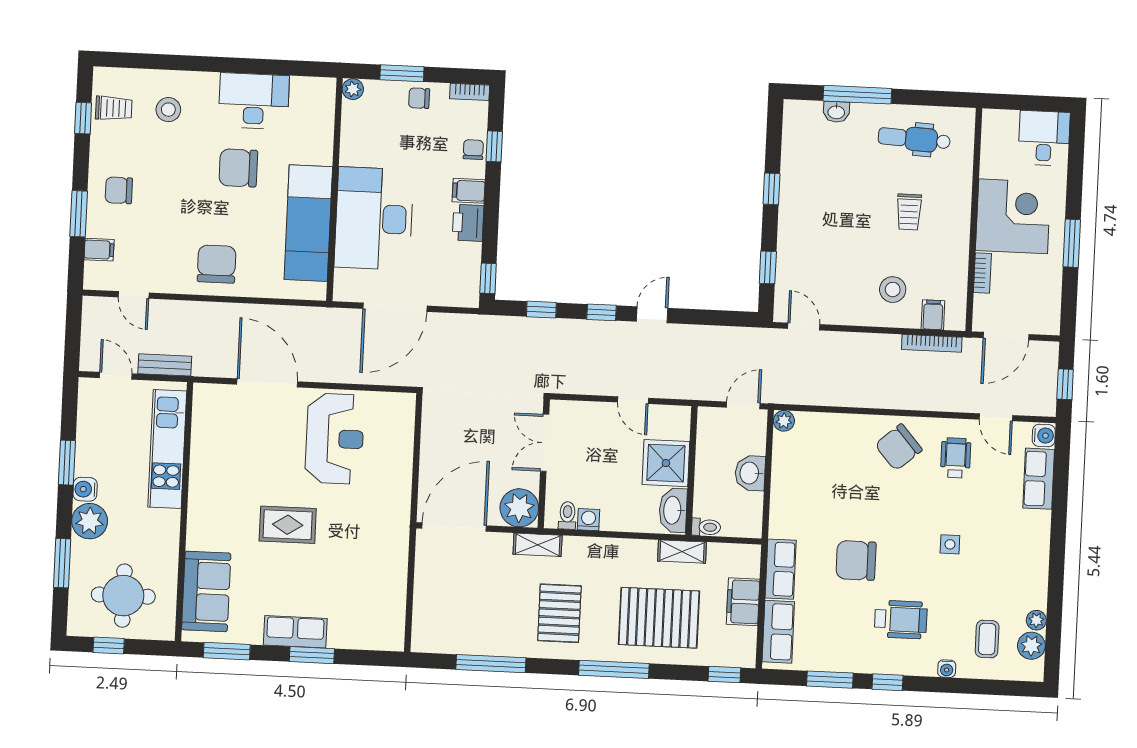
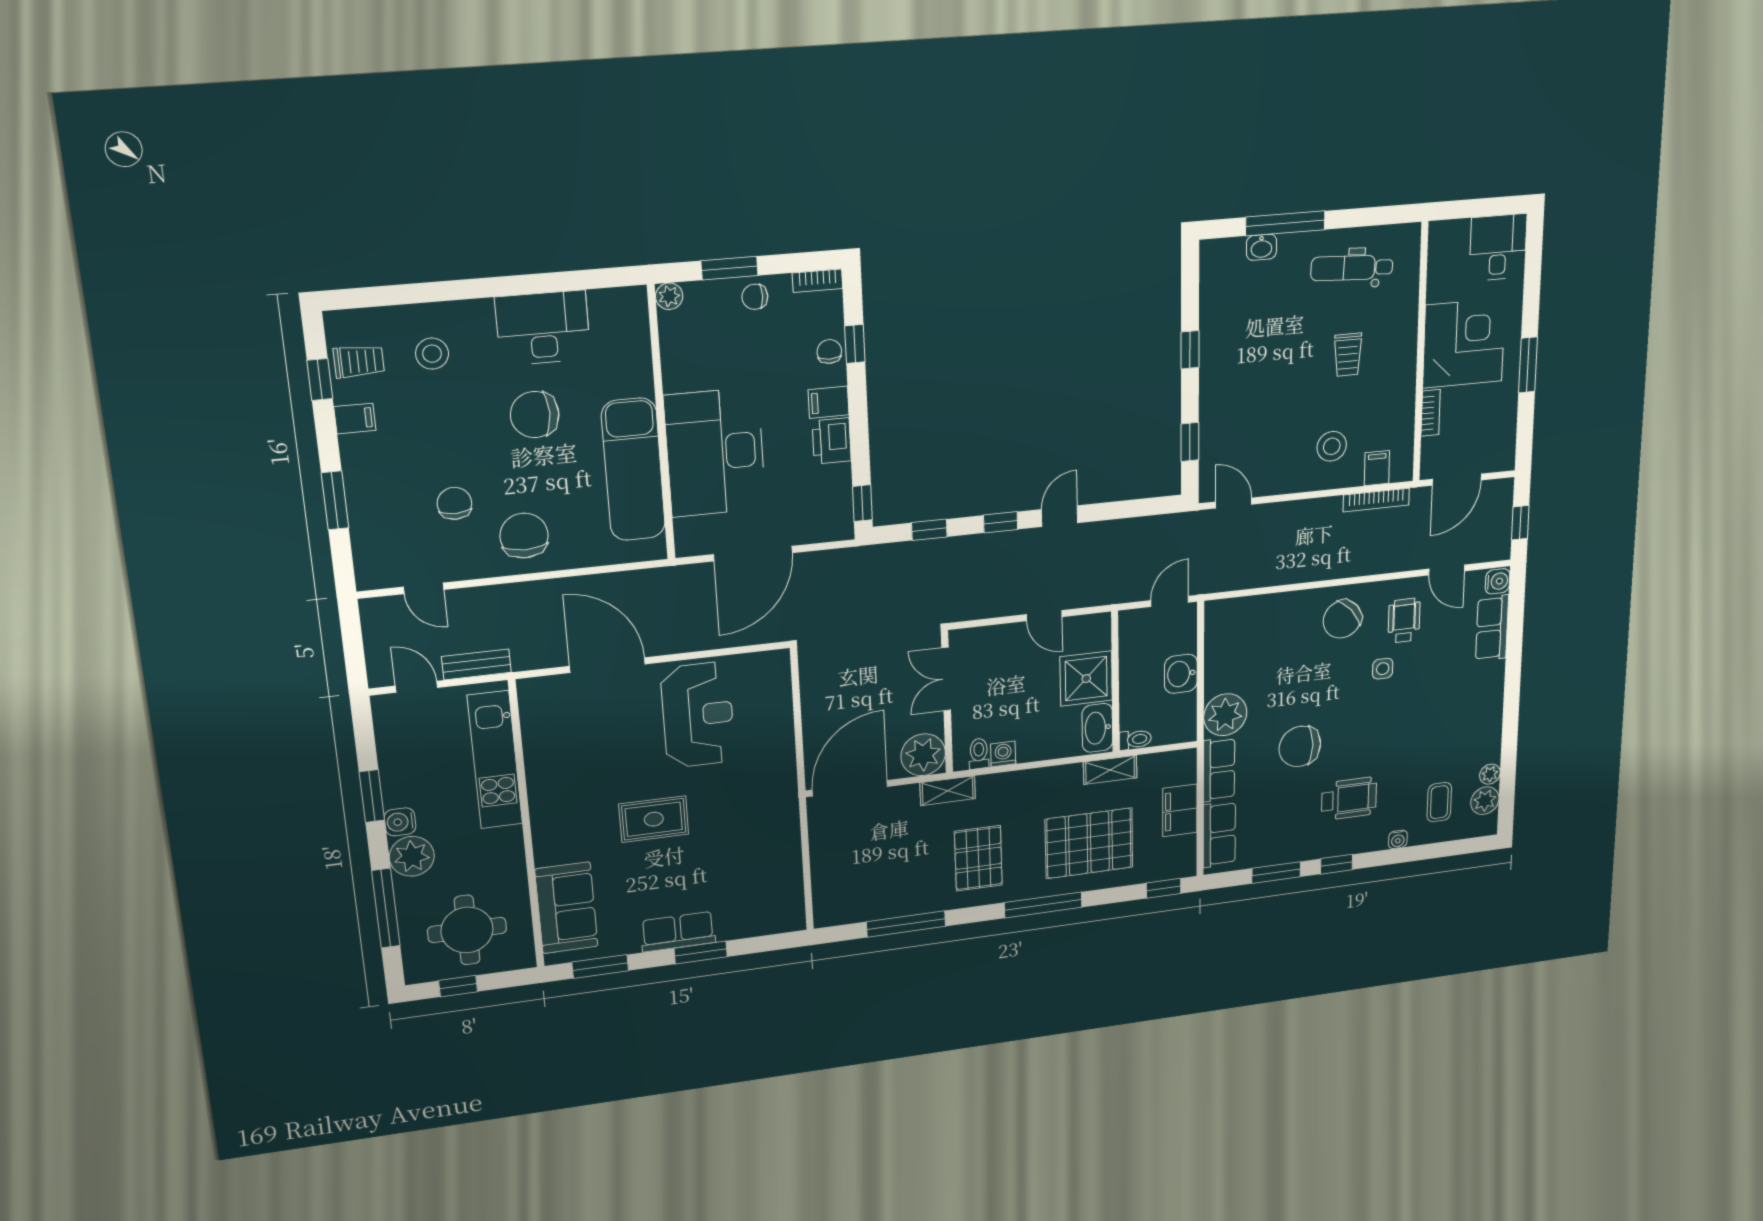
chair: (119, 190) -> (454, 503), moved, turned 90
filing cabinet: (99, 250) -> (355, 419), moved
plant: (784, 421) -> (1225, 715), moved, width x1.88, depth x1.88
side table: (950, 544) -> (1383, 669), moved
window: (62, 563) -> (386, 908), width x1.44

